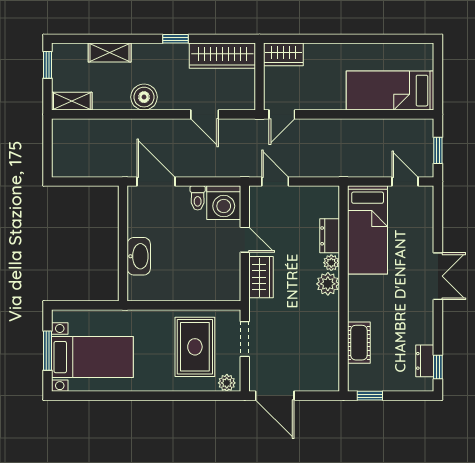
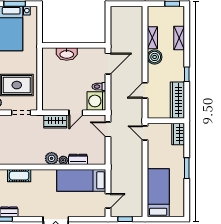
window: (345, 39) -> (187, 168), added
shelving: (72, 101) -> (152, 38), moved
door: (275, 182) -> (108, 129), swing flipped

